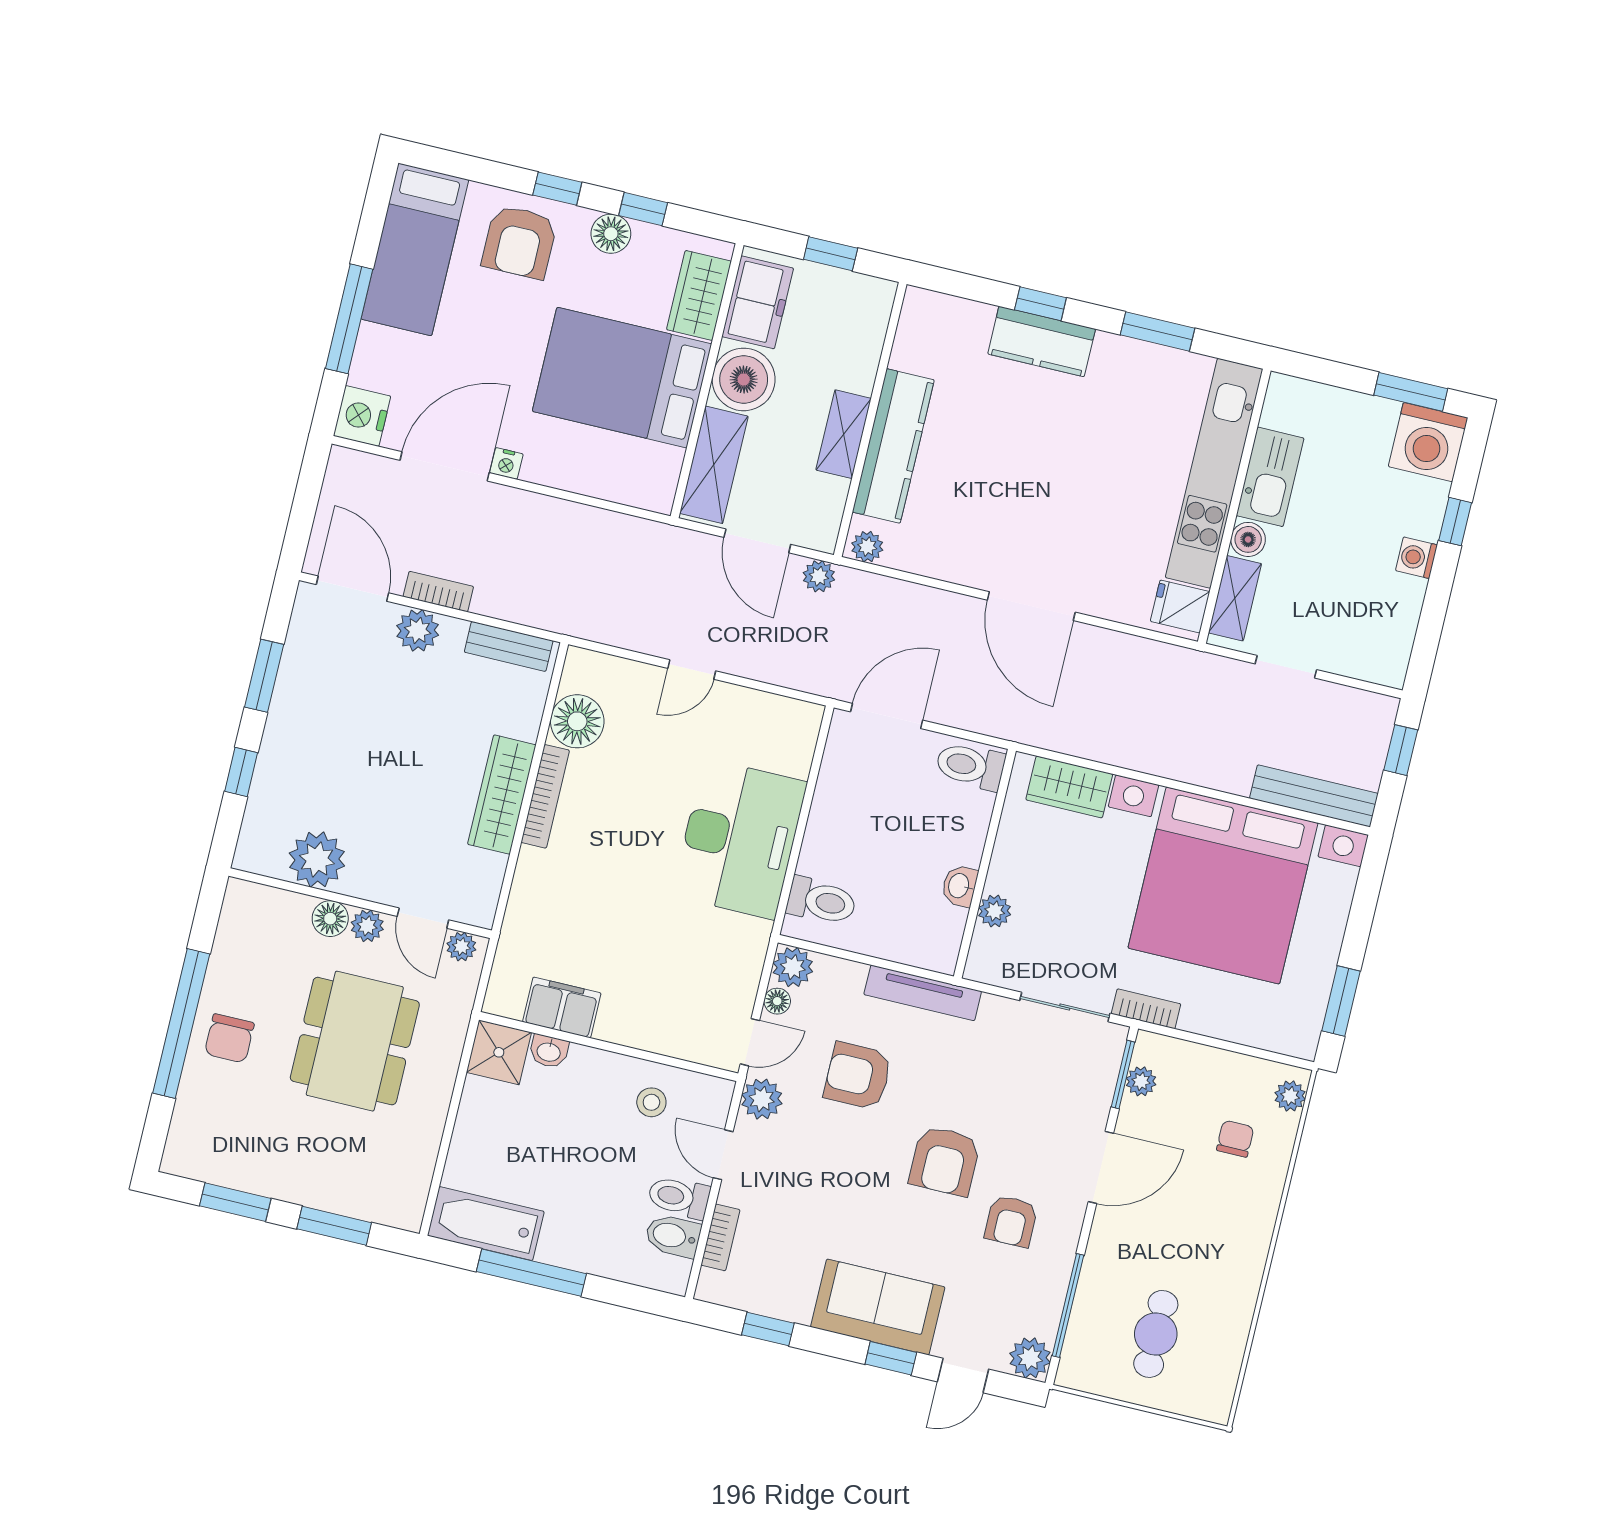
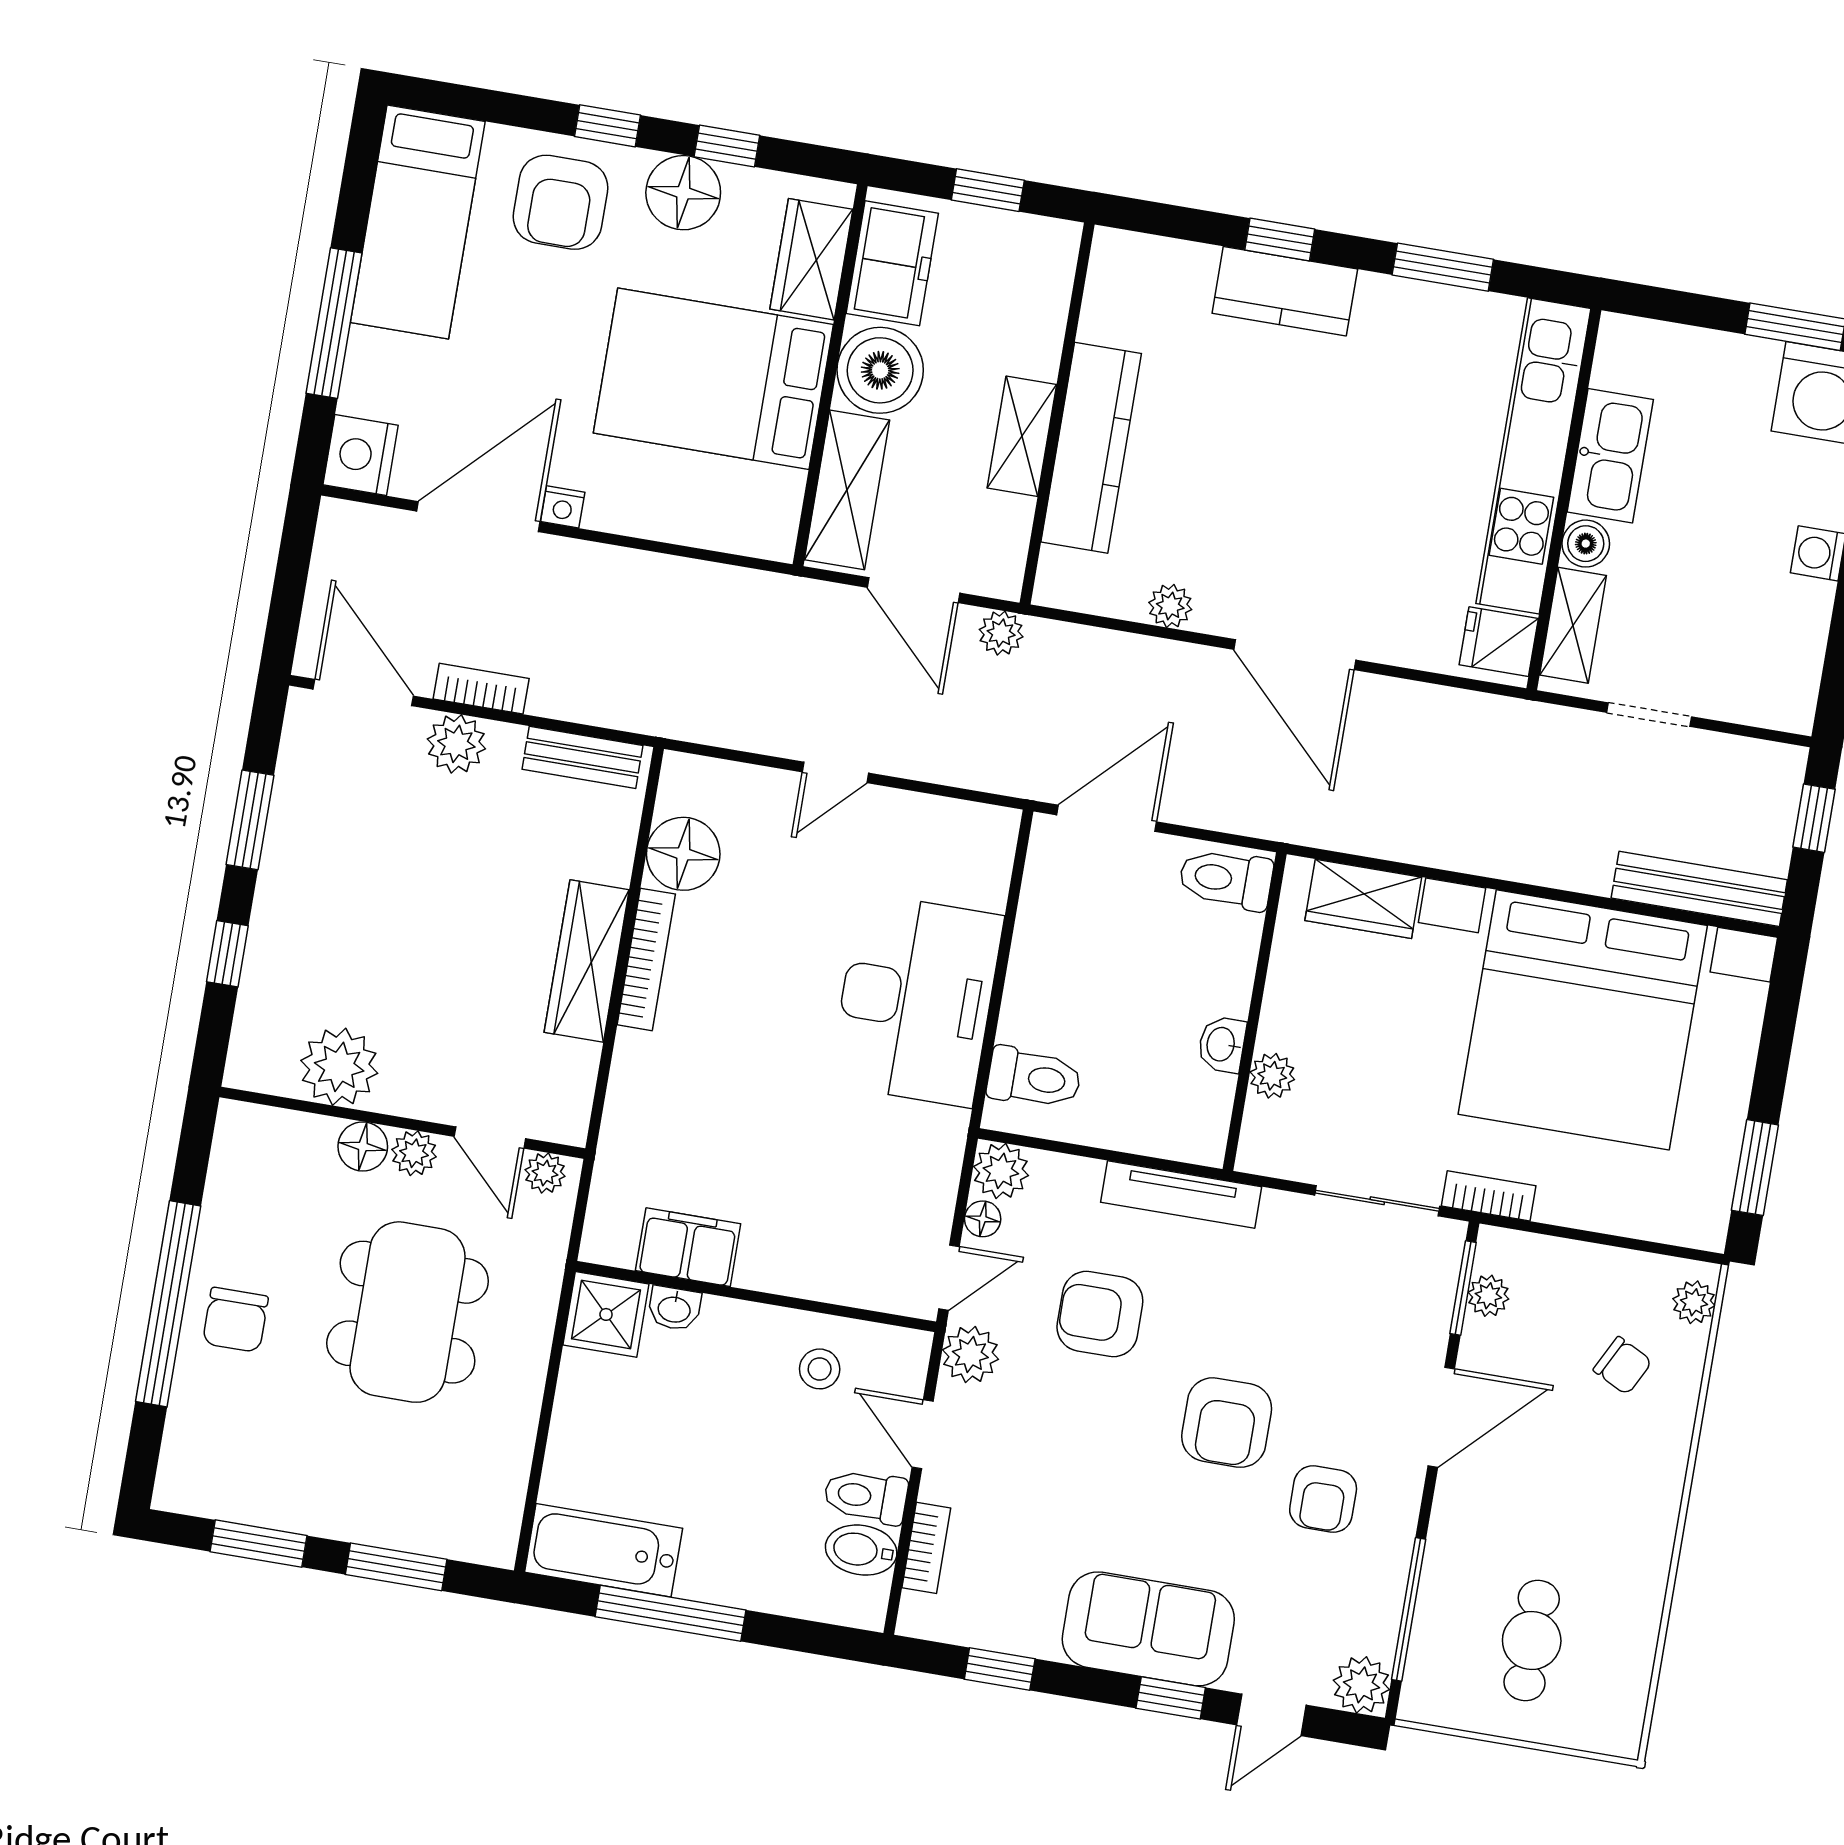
floor lamp: (611, 234) -> (683, 193), width x1.38, depth x1.38
plant: (867, 547) -> (1170, 606), moved
chair: (1235, 1139) -> (1623, 1366), turned 117

